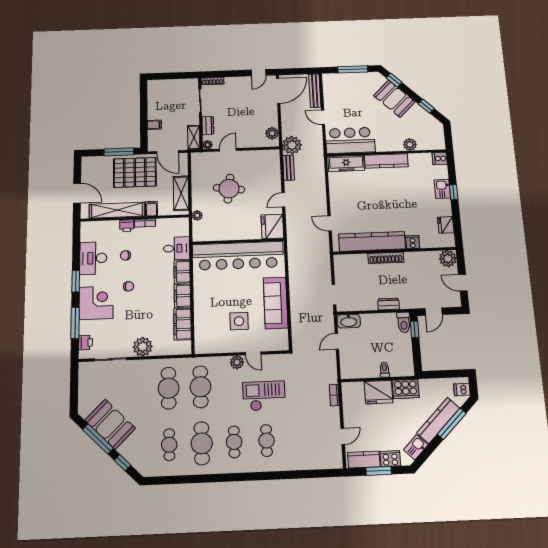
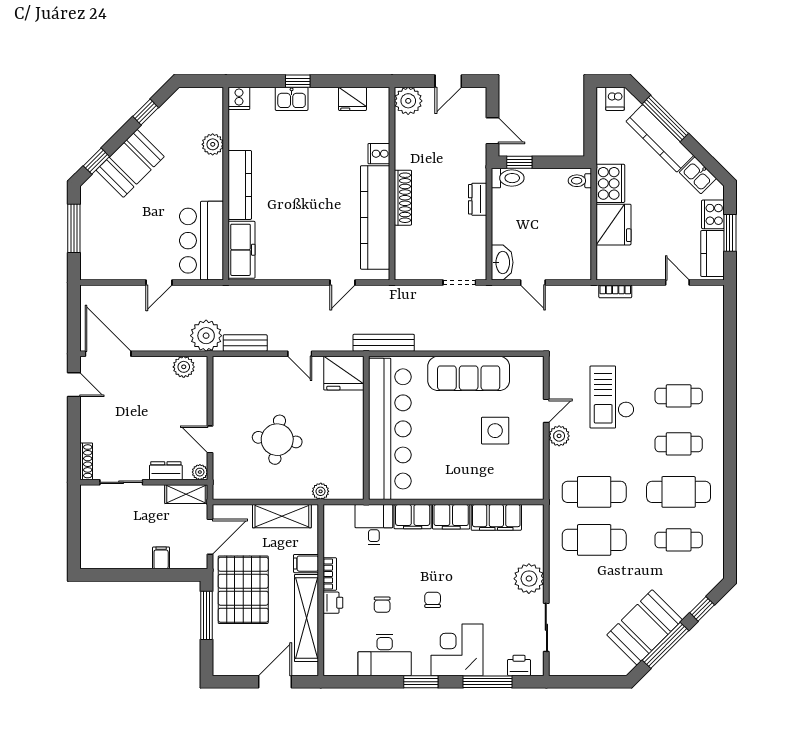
bench: (315, 91) -> (384, 343), moved
toilet: (385, 370) -> (580, 181), moved

